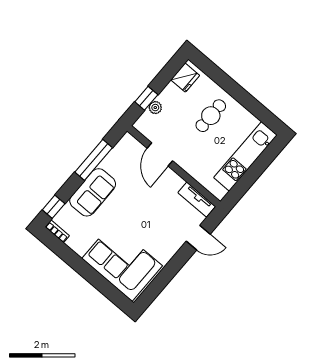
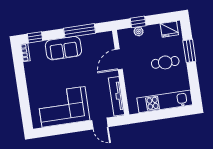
window: (225, 82) -> (189, 51), added
tv unit: (197, 200) -> (116, 96), width x1.41
corner sofa: (122, 262) -> (64, 107), moved, turned -90

